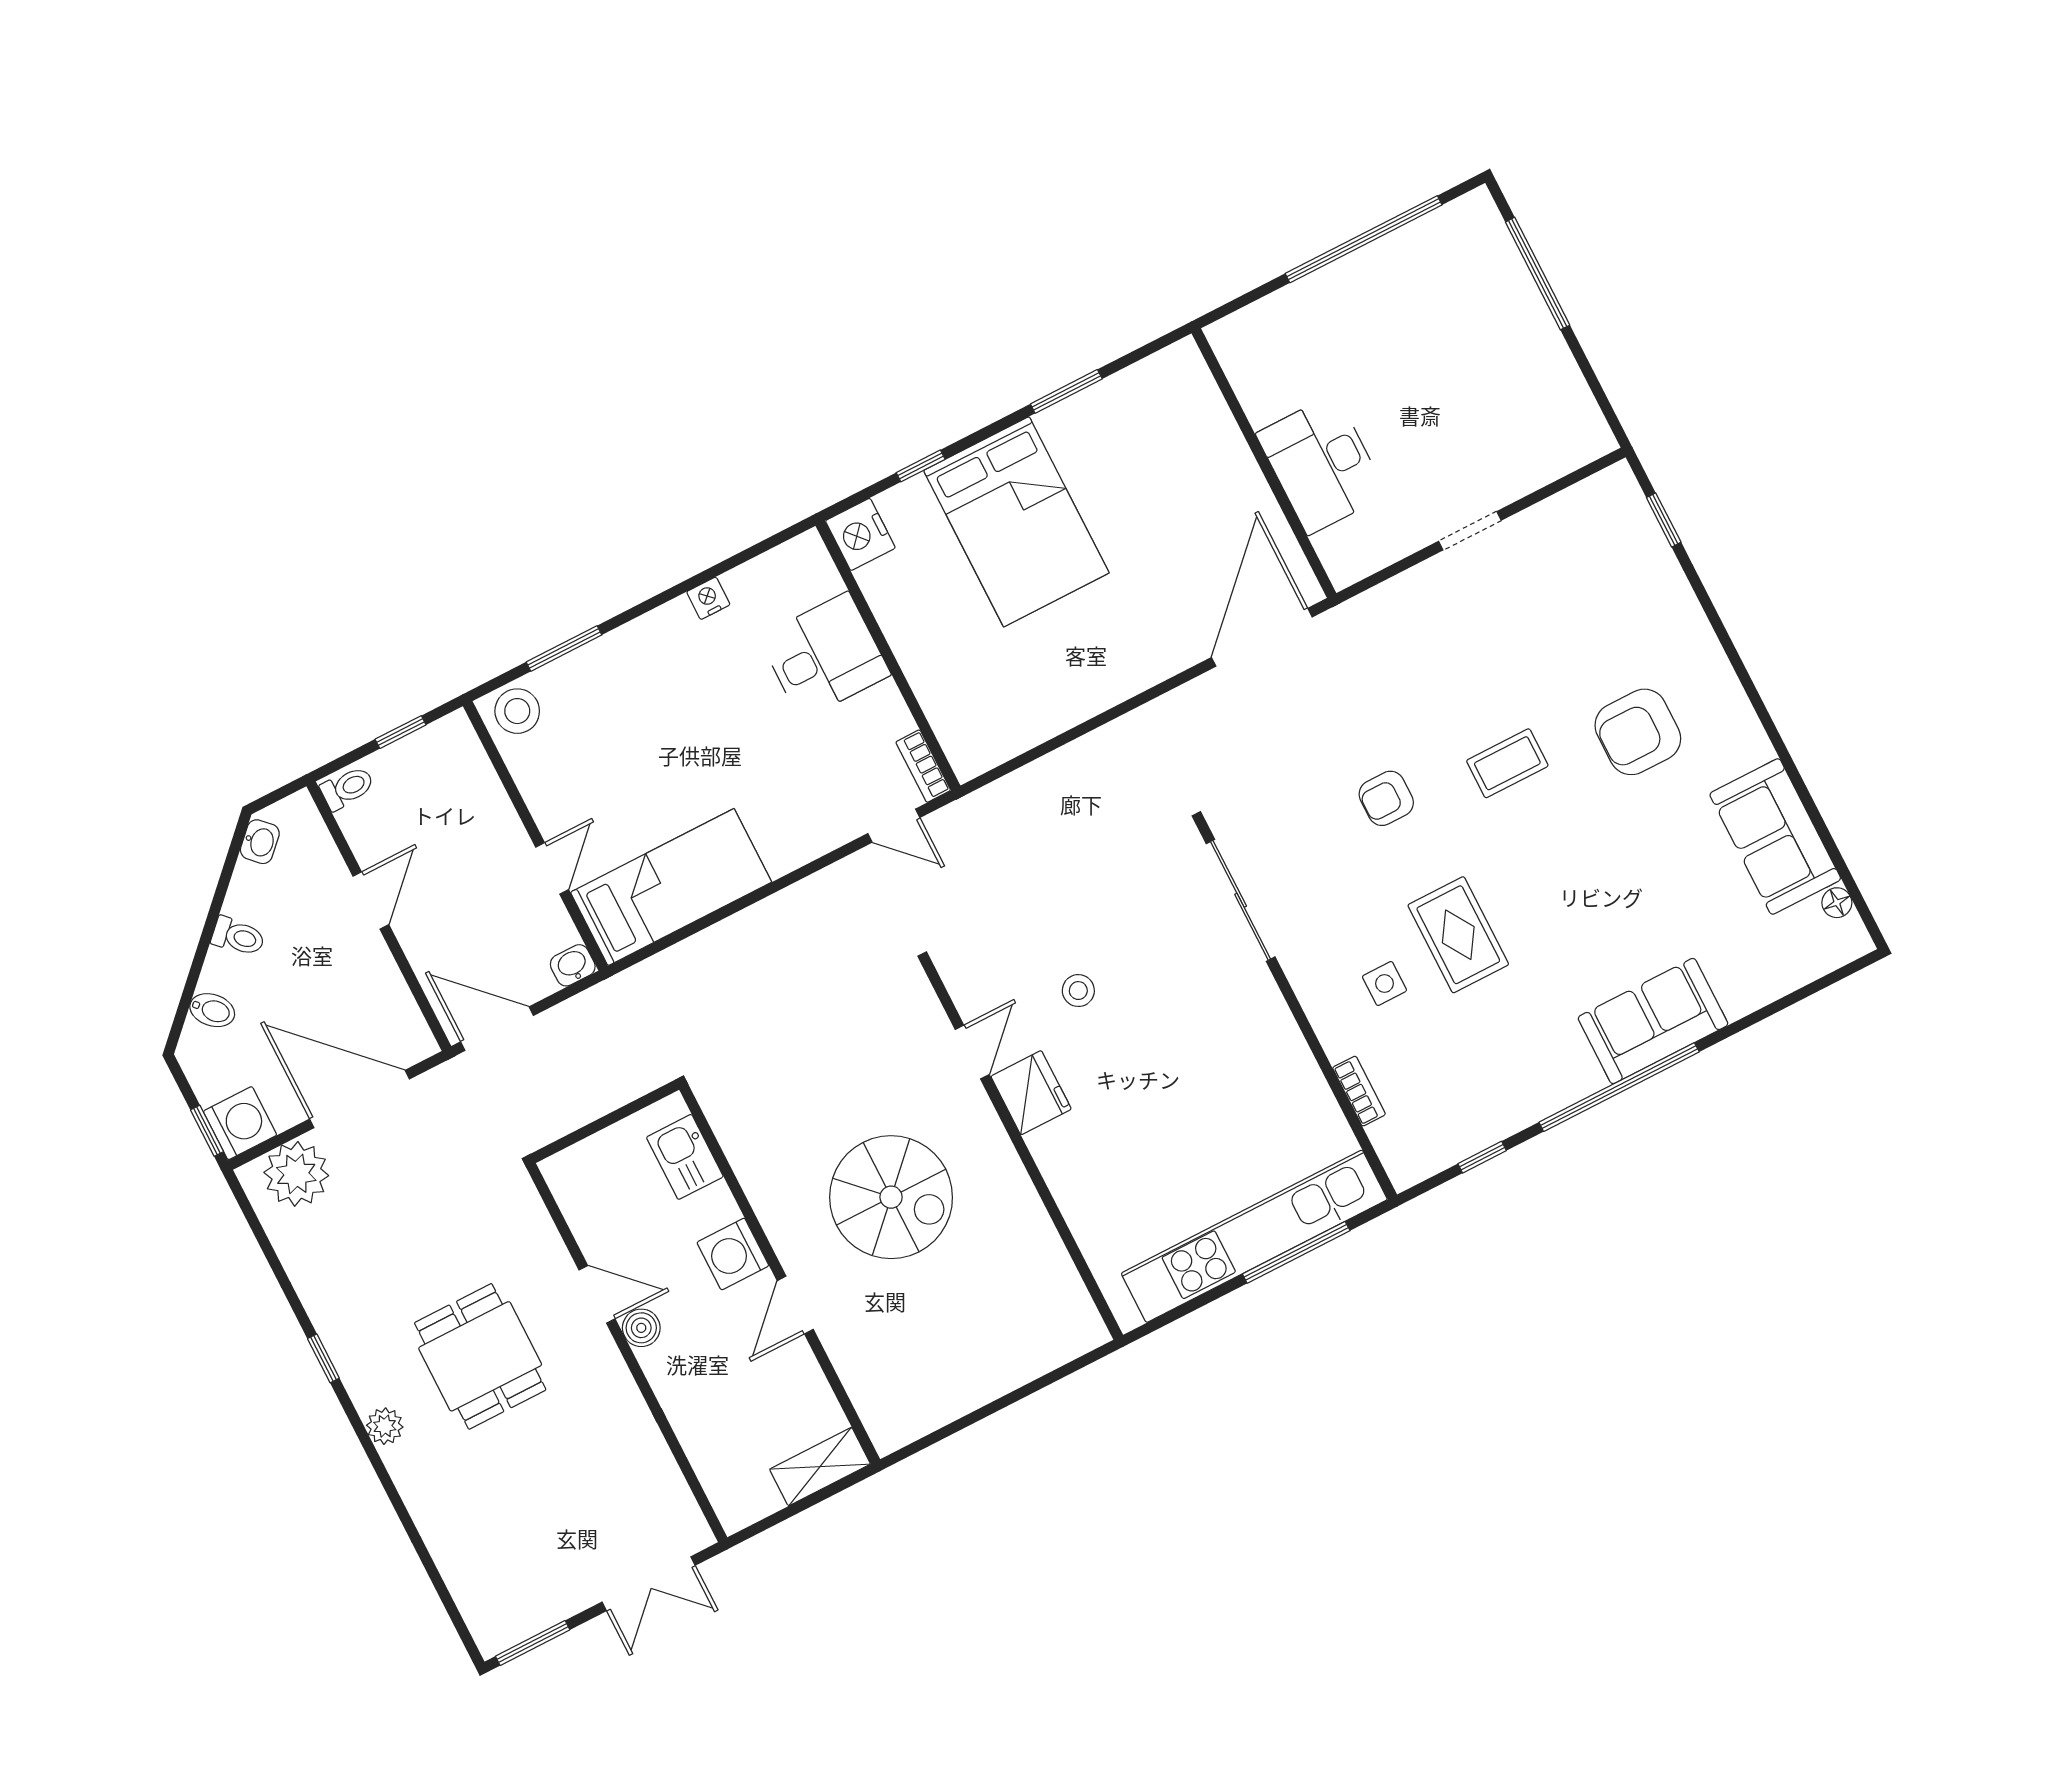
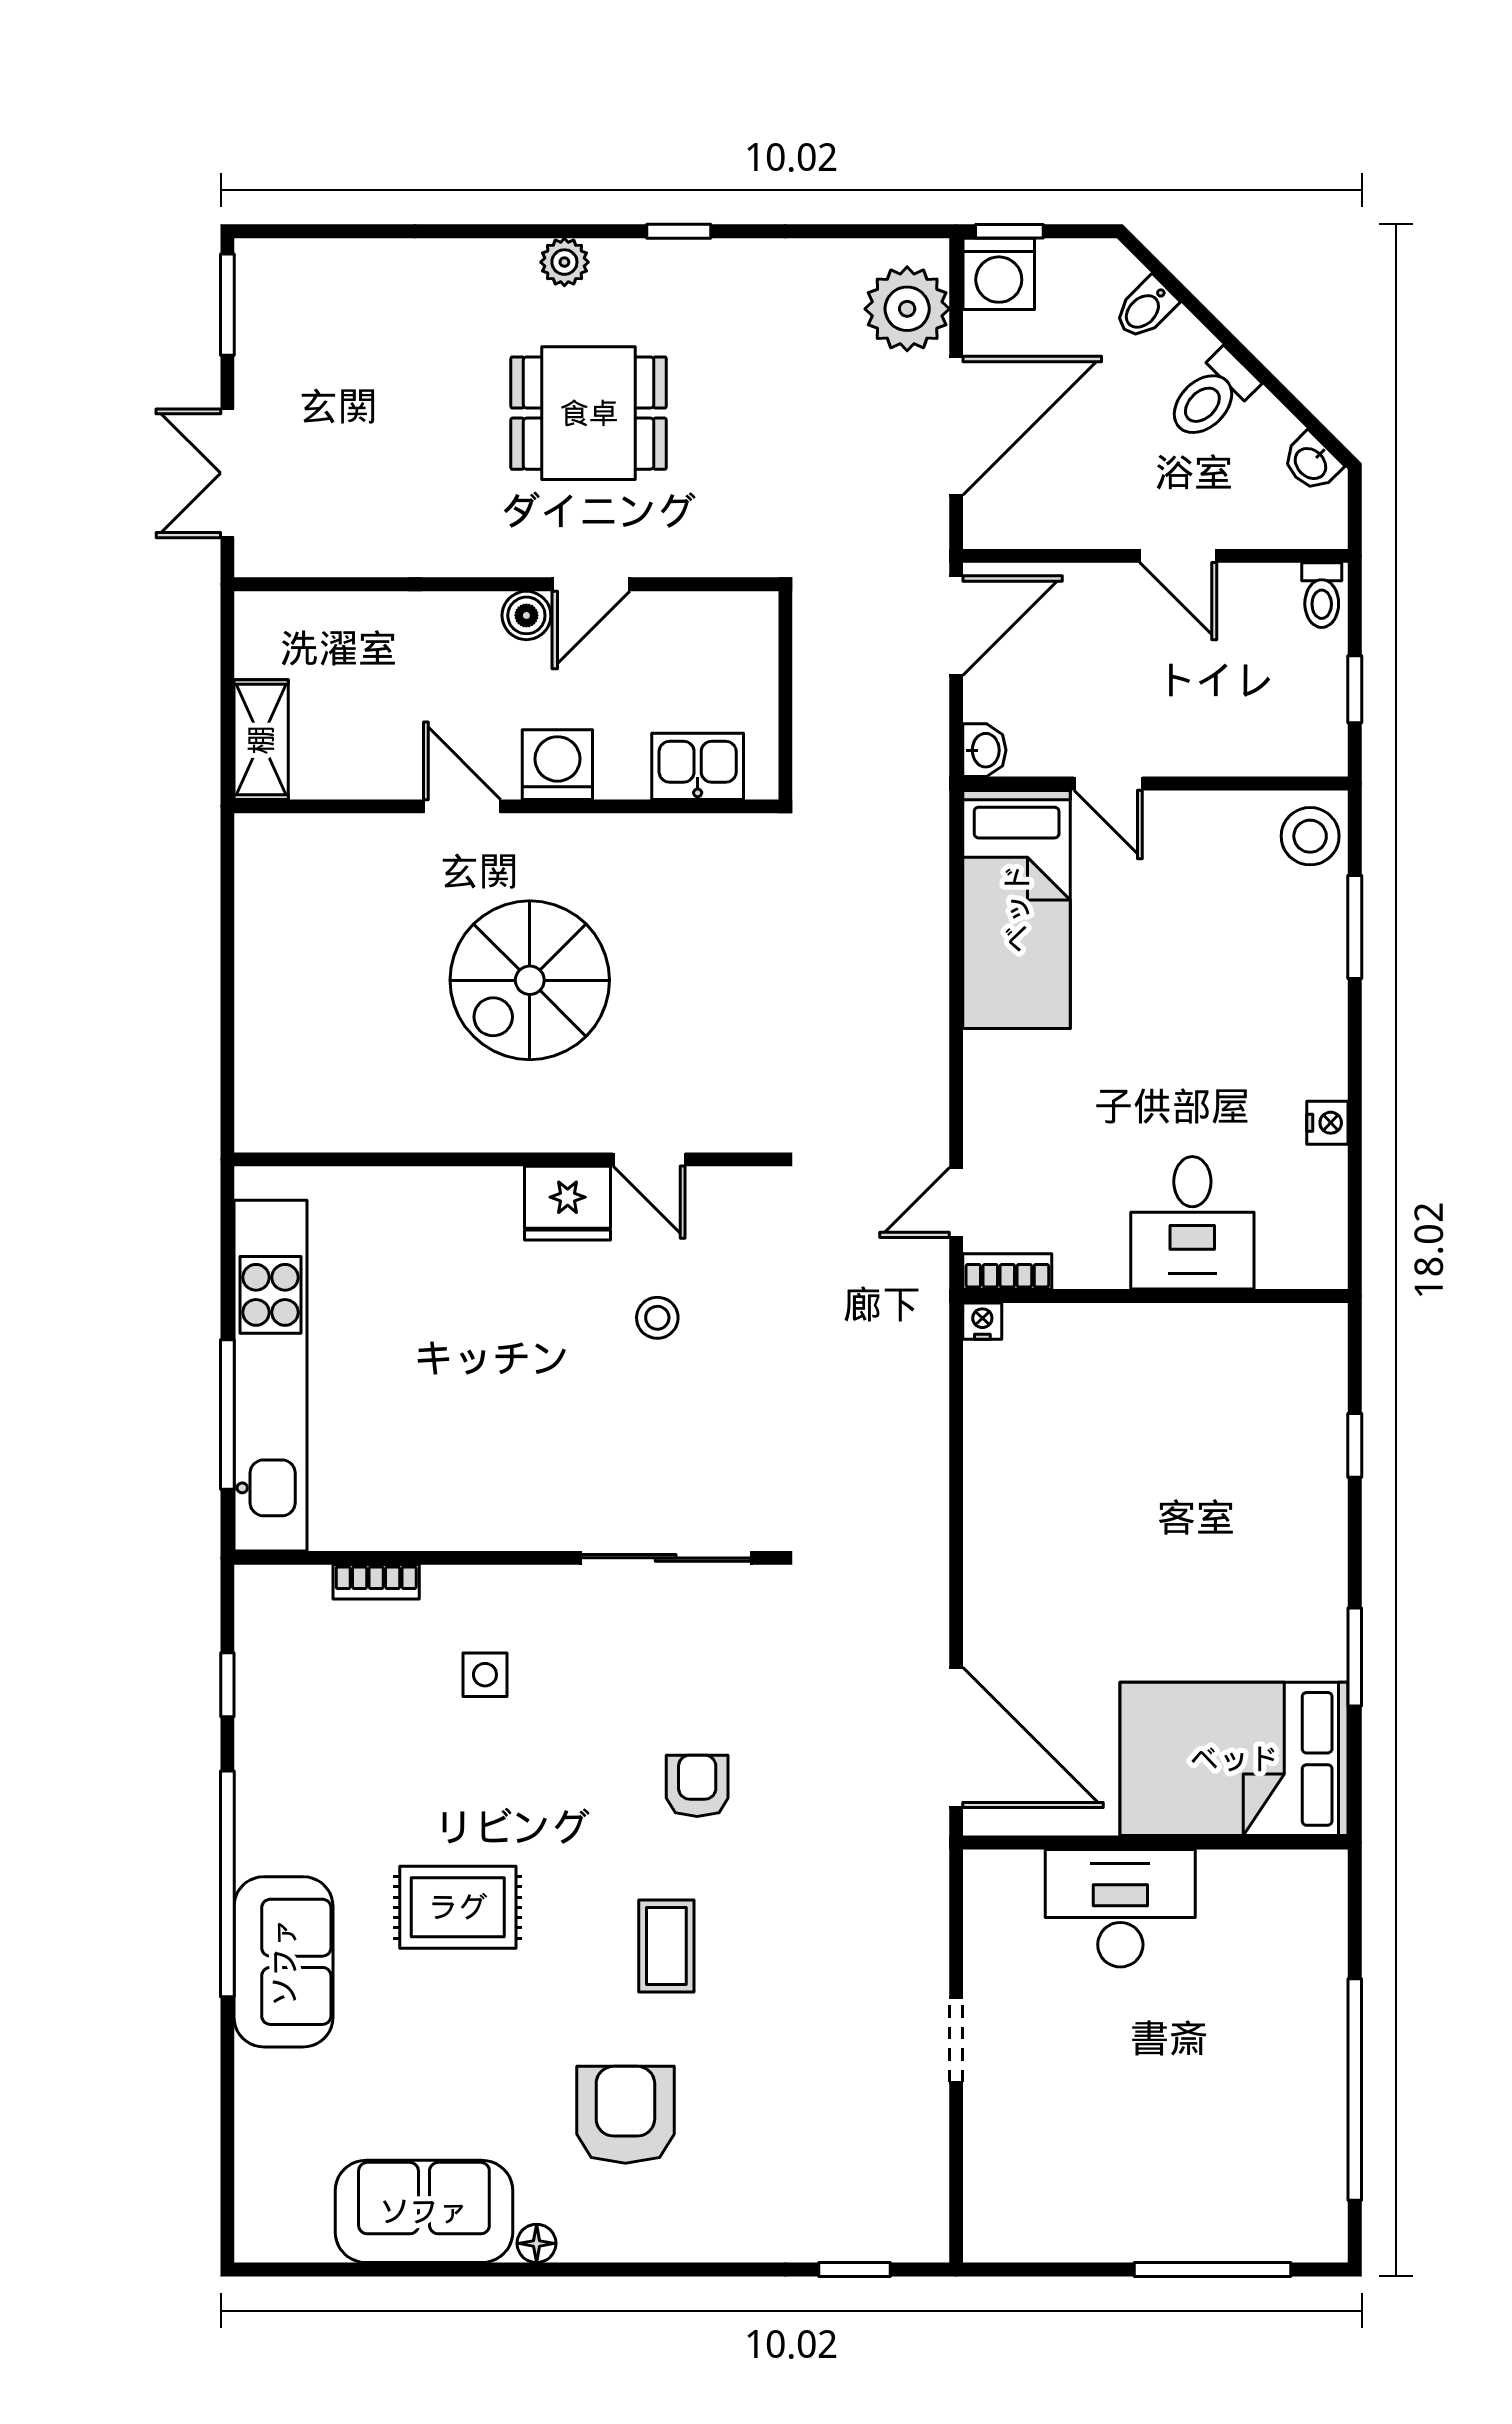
bed: (1016, 522) -> (1234, 1759), moved
nightstand: (860, 534) -> (982, 1321), moved, width x0.53, depth x0.56
floor lamp: (1837, 903) -> (537, 2243), moved
rug: (1458, 935) -> (458, 1907), moved
toilet: (238, 936) -> (1211, 396), width x1.37, depth x1.39

